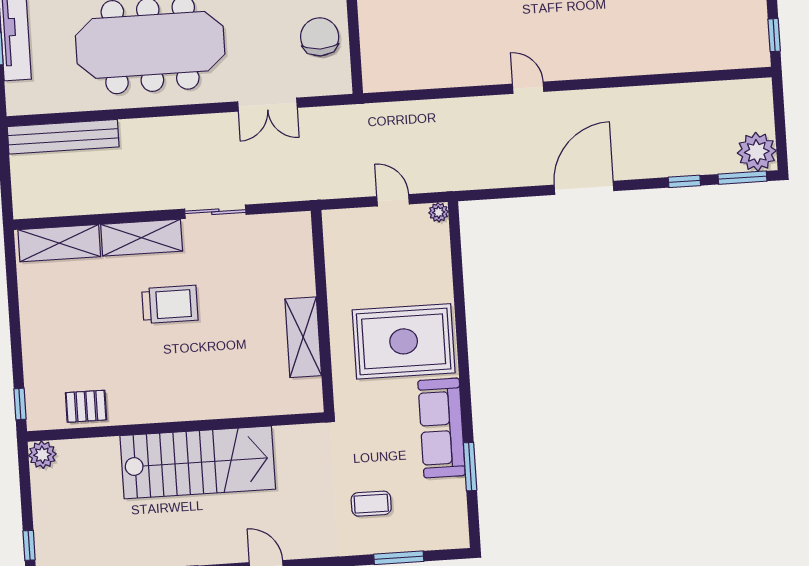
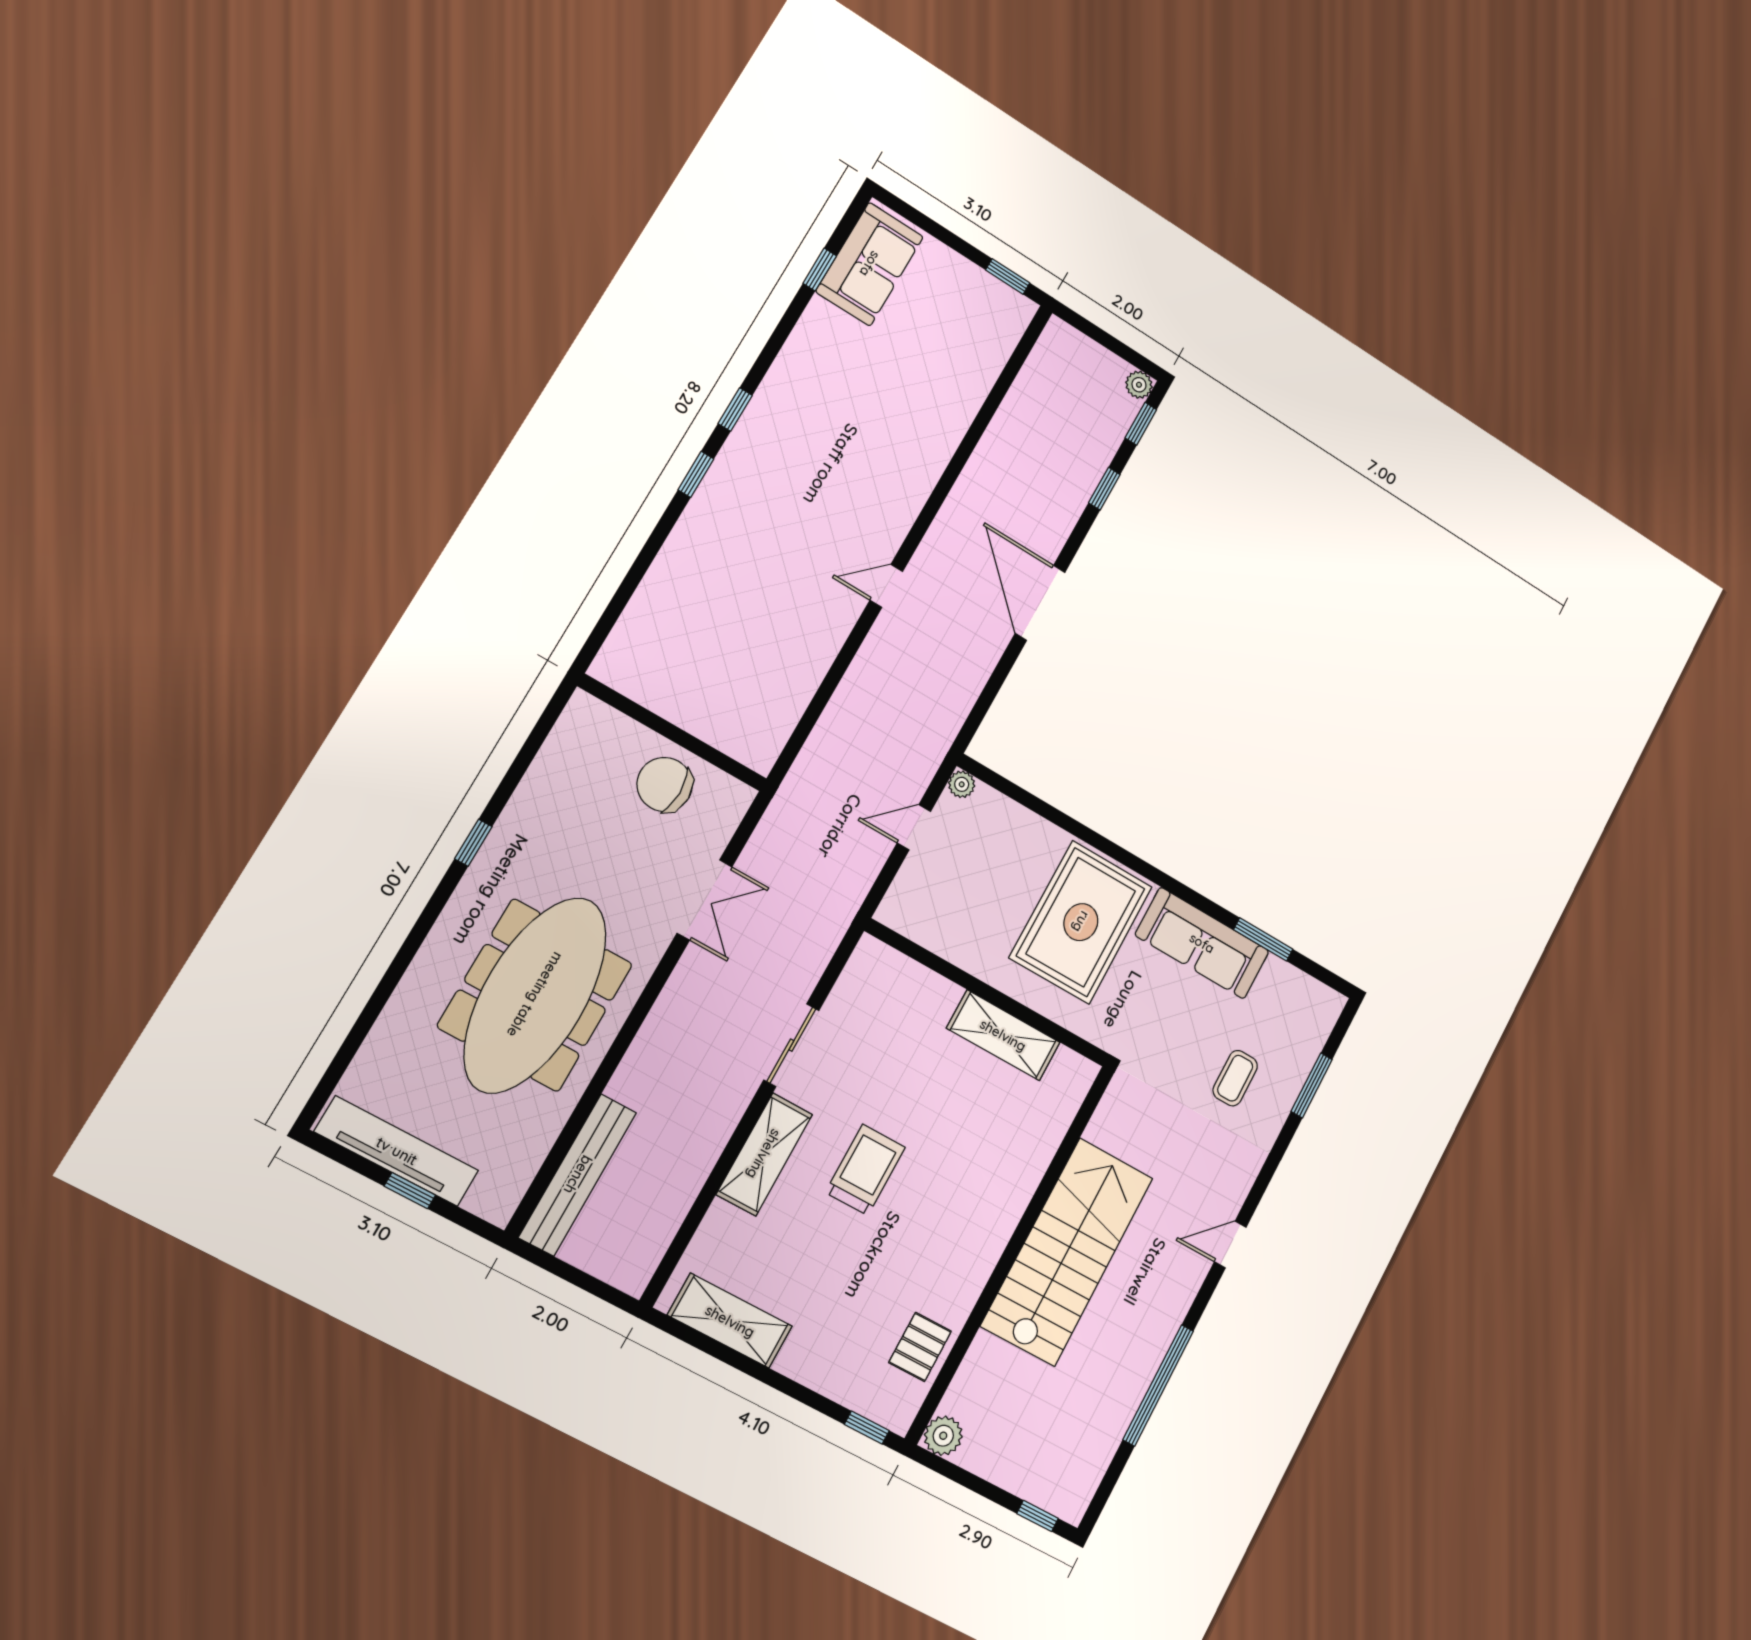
plant: (757, 152) -> (1139, 385), width x0.53, depth x0.53
window: (742, 178) -> (1141, 424), width x0.67
shelving: (59, 243) -> (730, 1321), moved, turned 90

